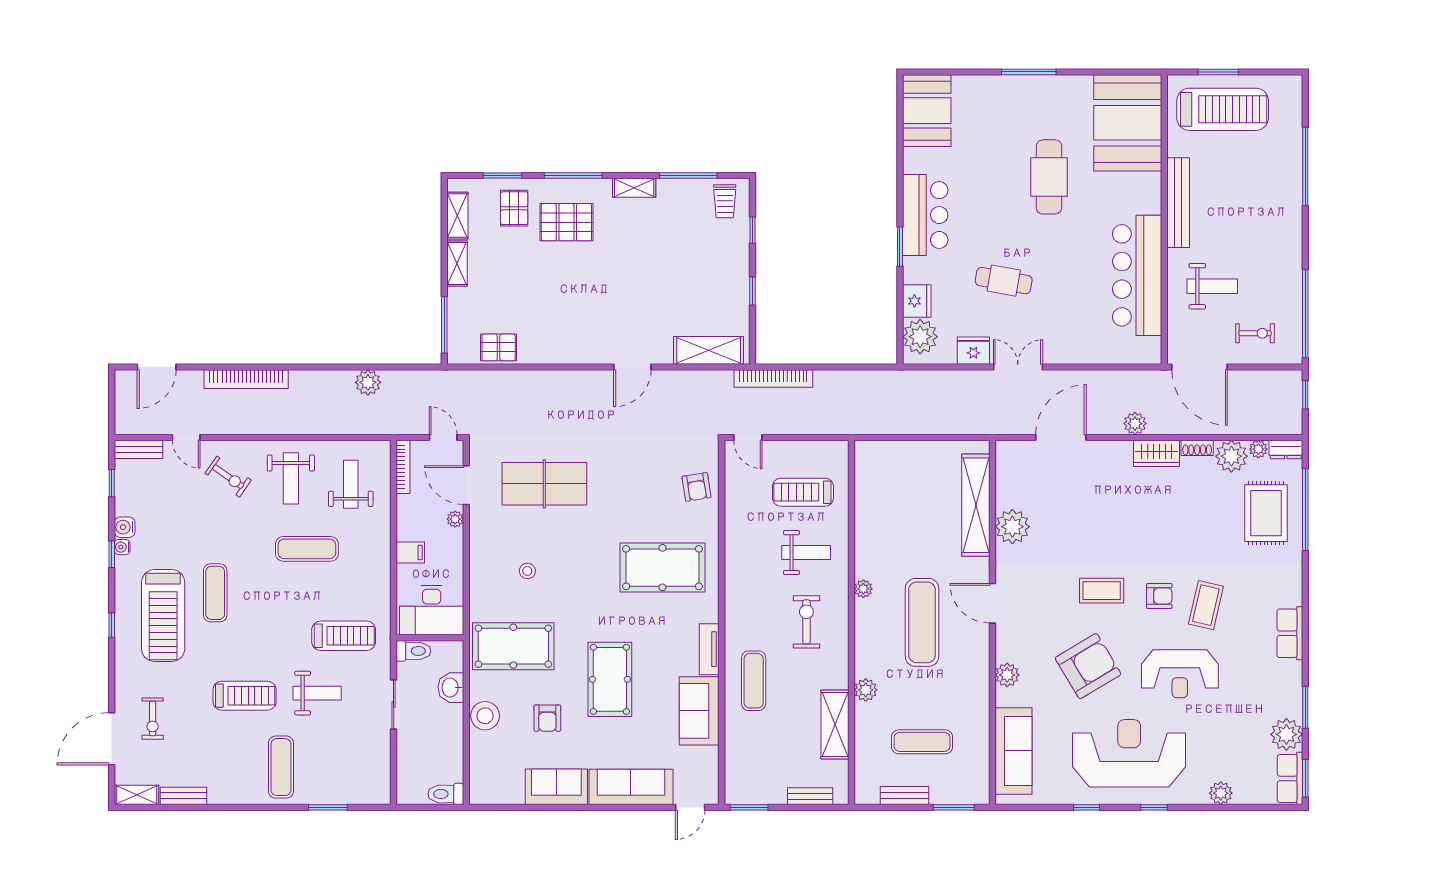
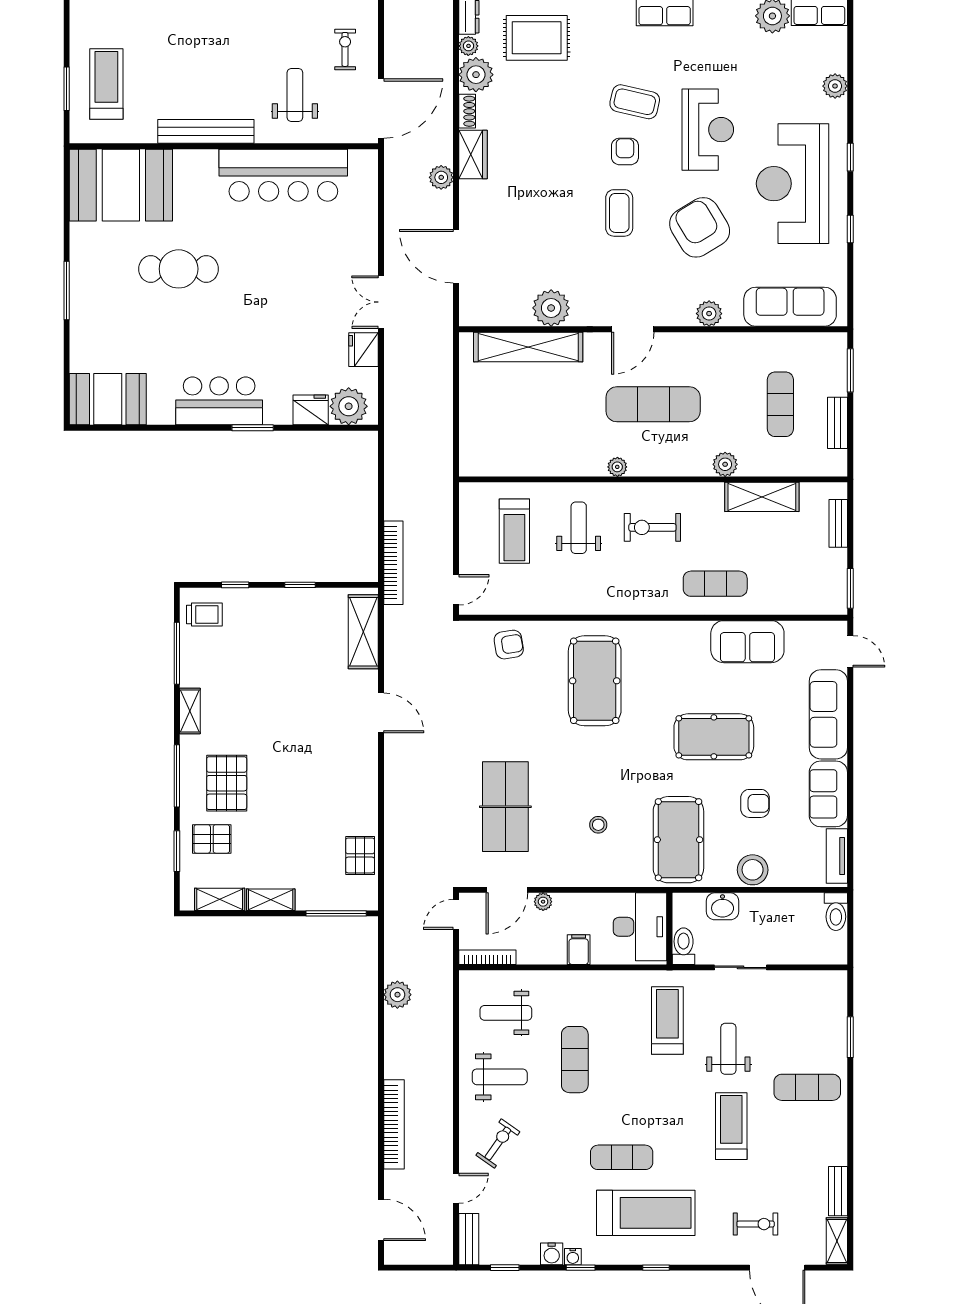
treadmill: (1223, 109) -> (106, 84), width x0.73, depth x0.73
cafe table: (1004, 281) -> (289, 317), removed
tv unit: (709, 649) -> (837, 856), moved, turned 90

